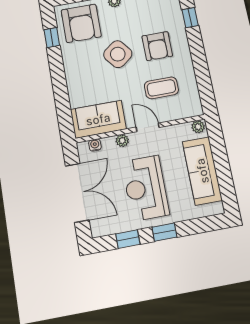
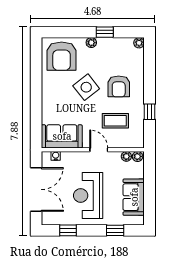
window: (190, 18) -> (150, 112), moved
window: (52, 38) -> (36, 64), removed
plant: (122, 141) -> (126, 156), moved
sofa: (202, 171) -> (134, 197), width x0.73
window: (164, 232) -> (115, 230), moved

